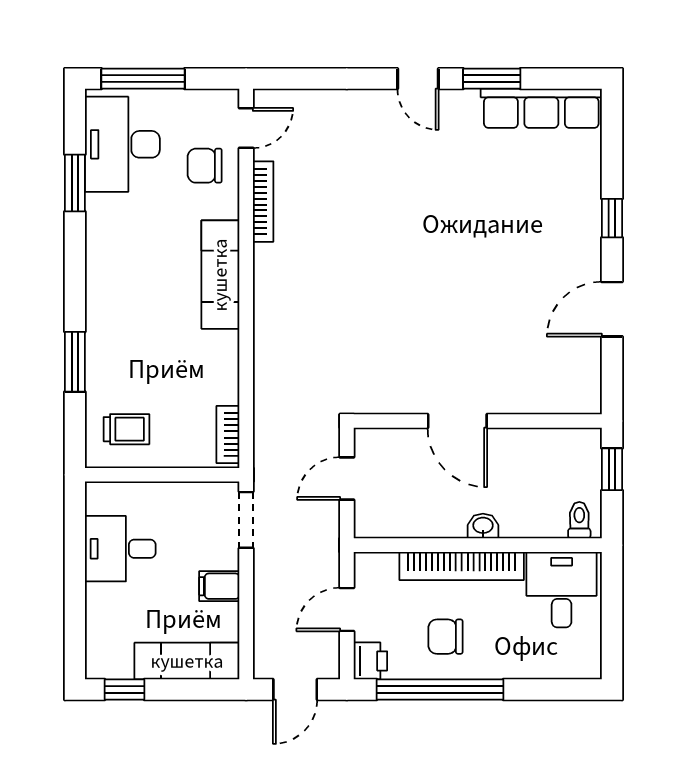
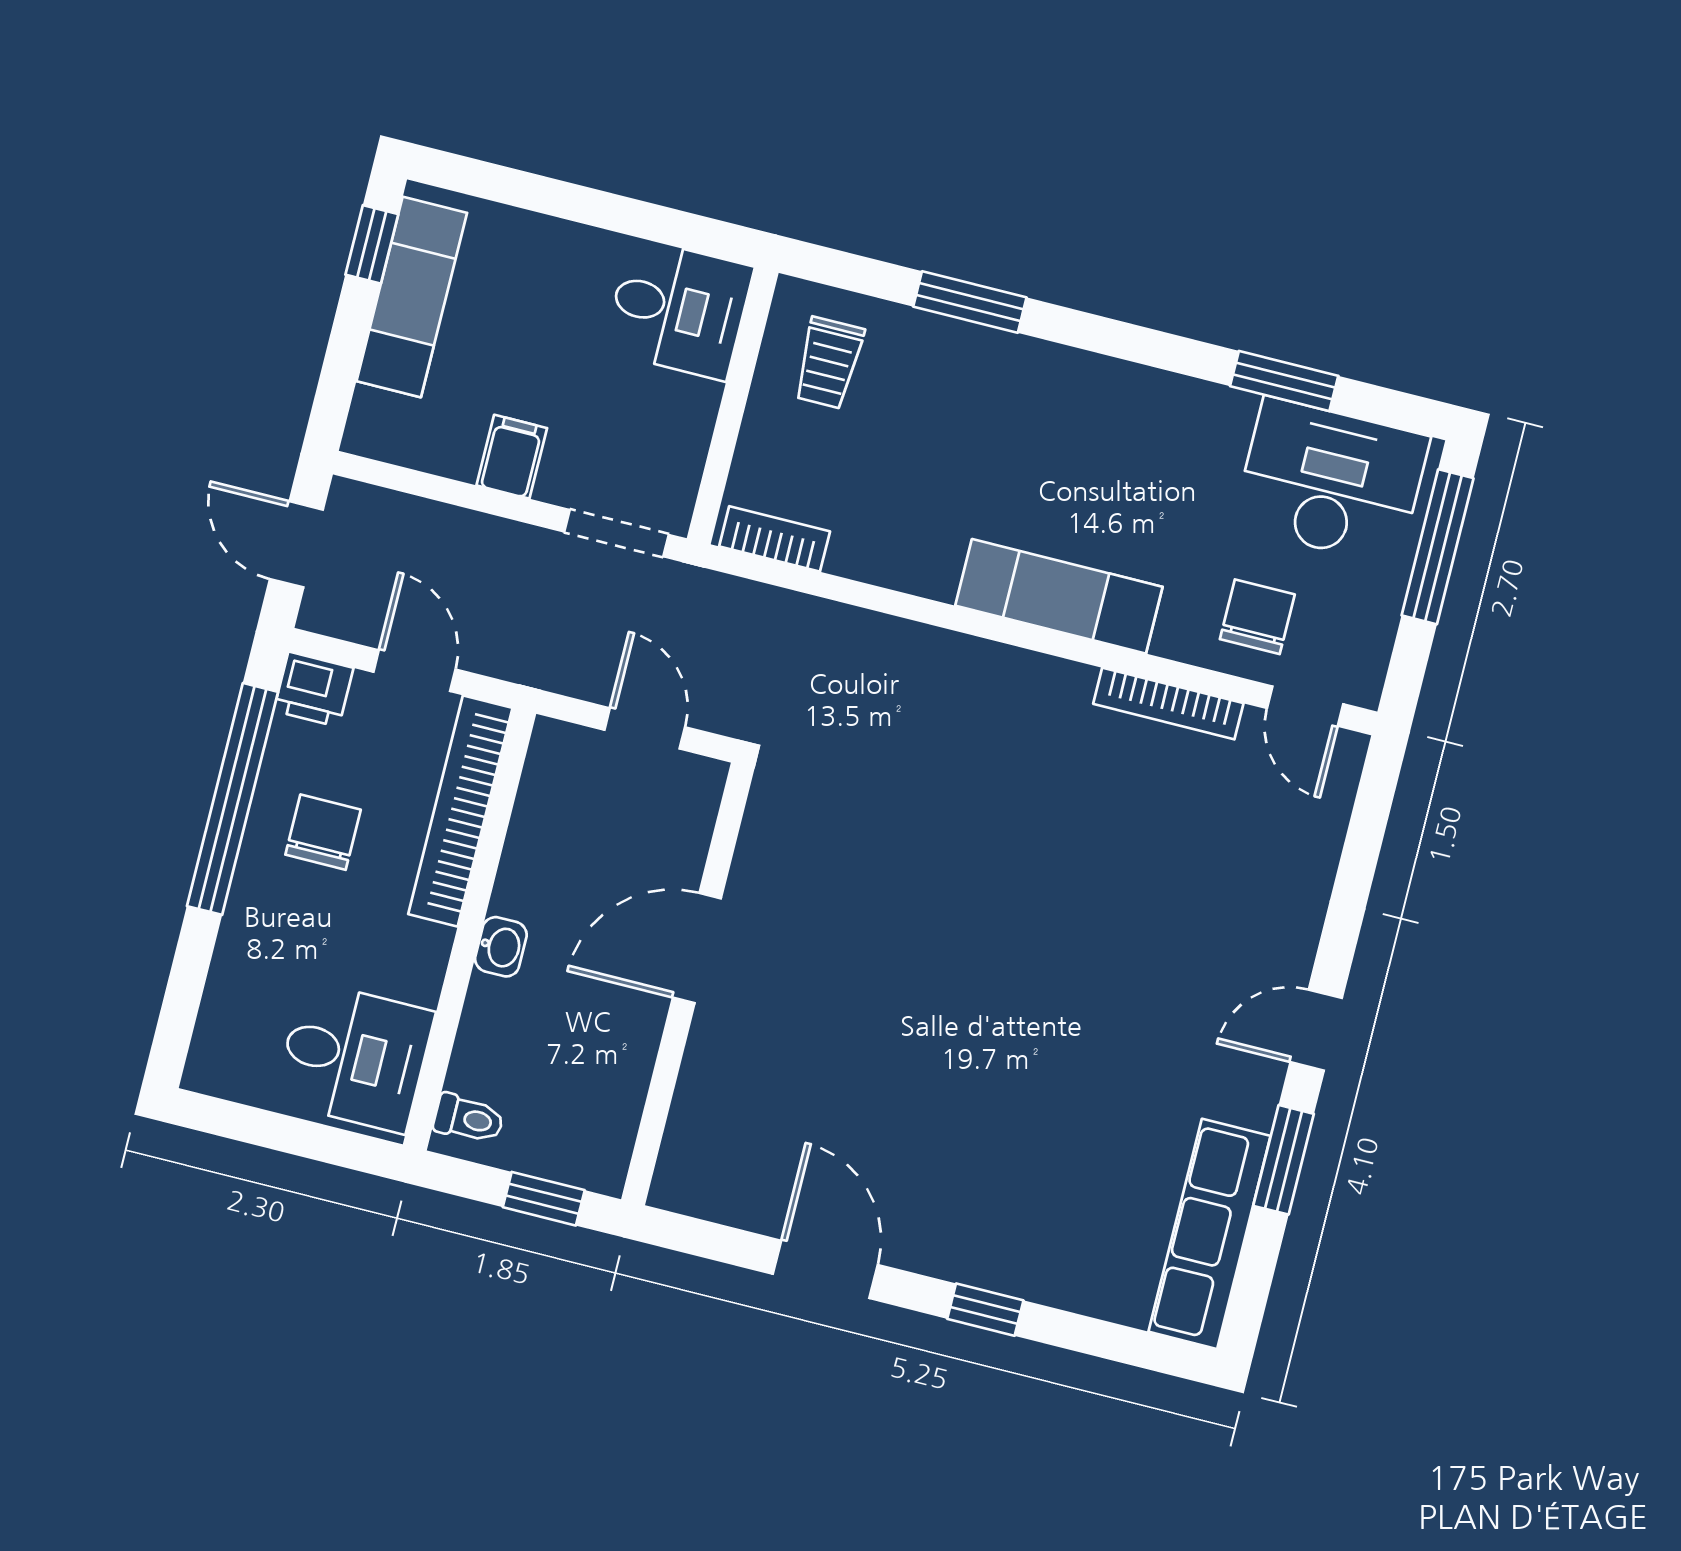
desk: (120, 549) -> (679, 309), moved, turned 90
bookcase: (462, 566) -> (460, 811), moved
exam couch: (187, 661) -> (412, 297), moved

